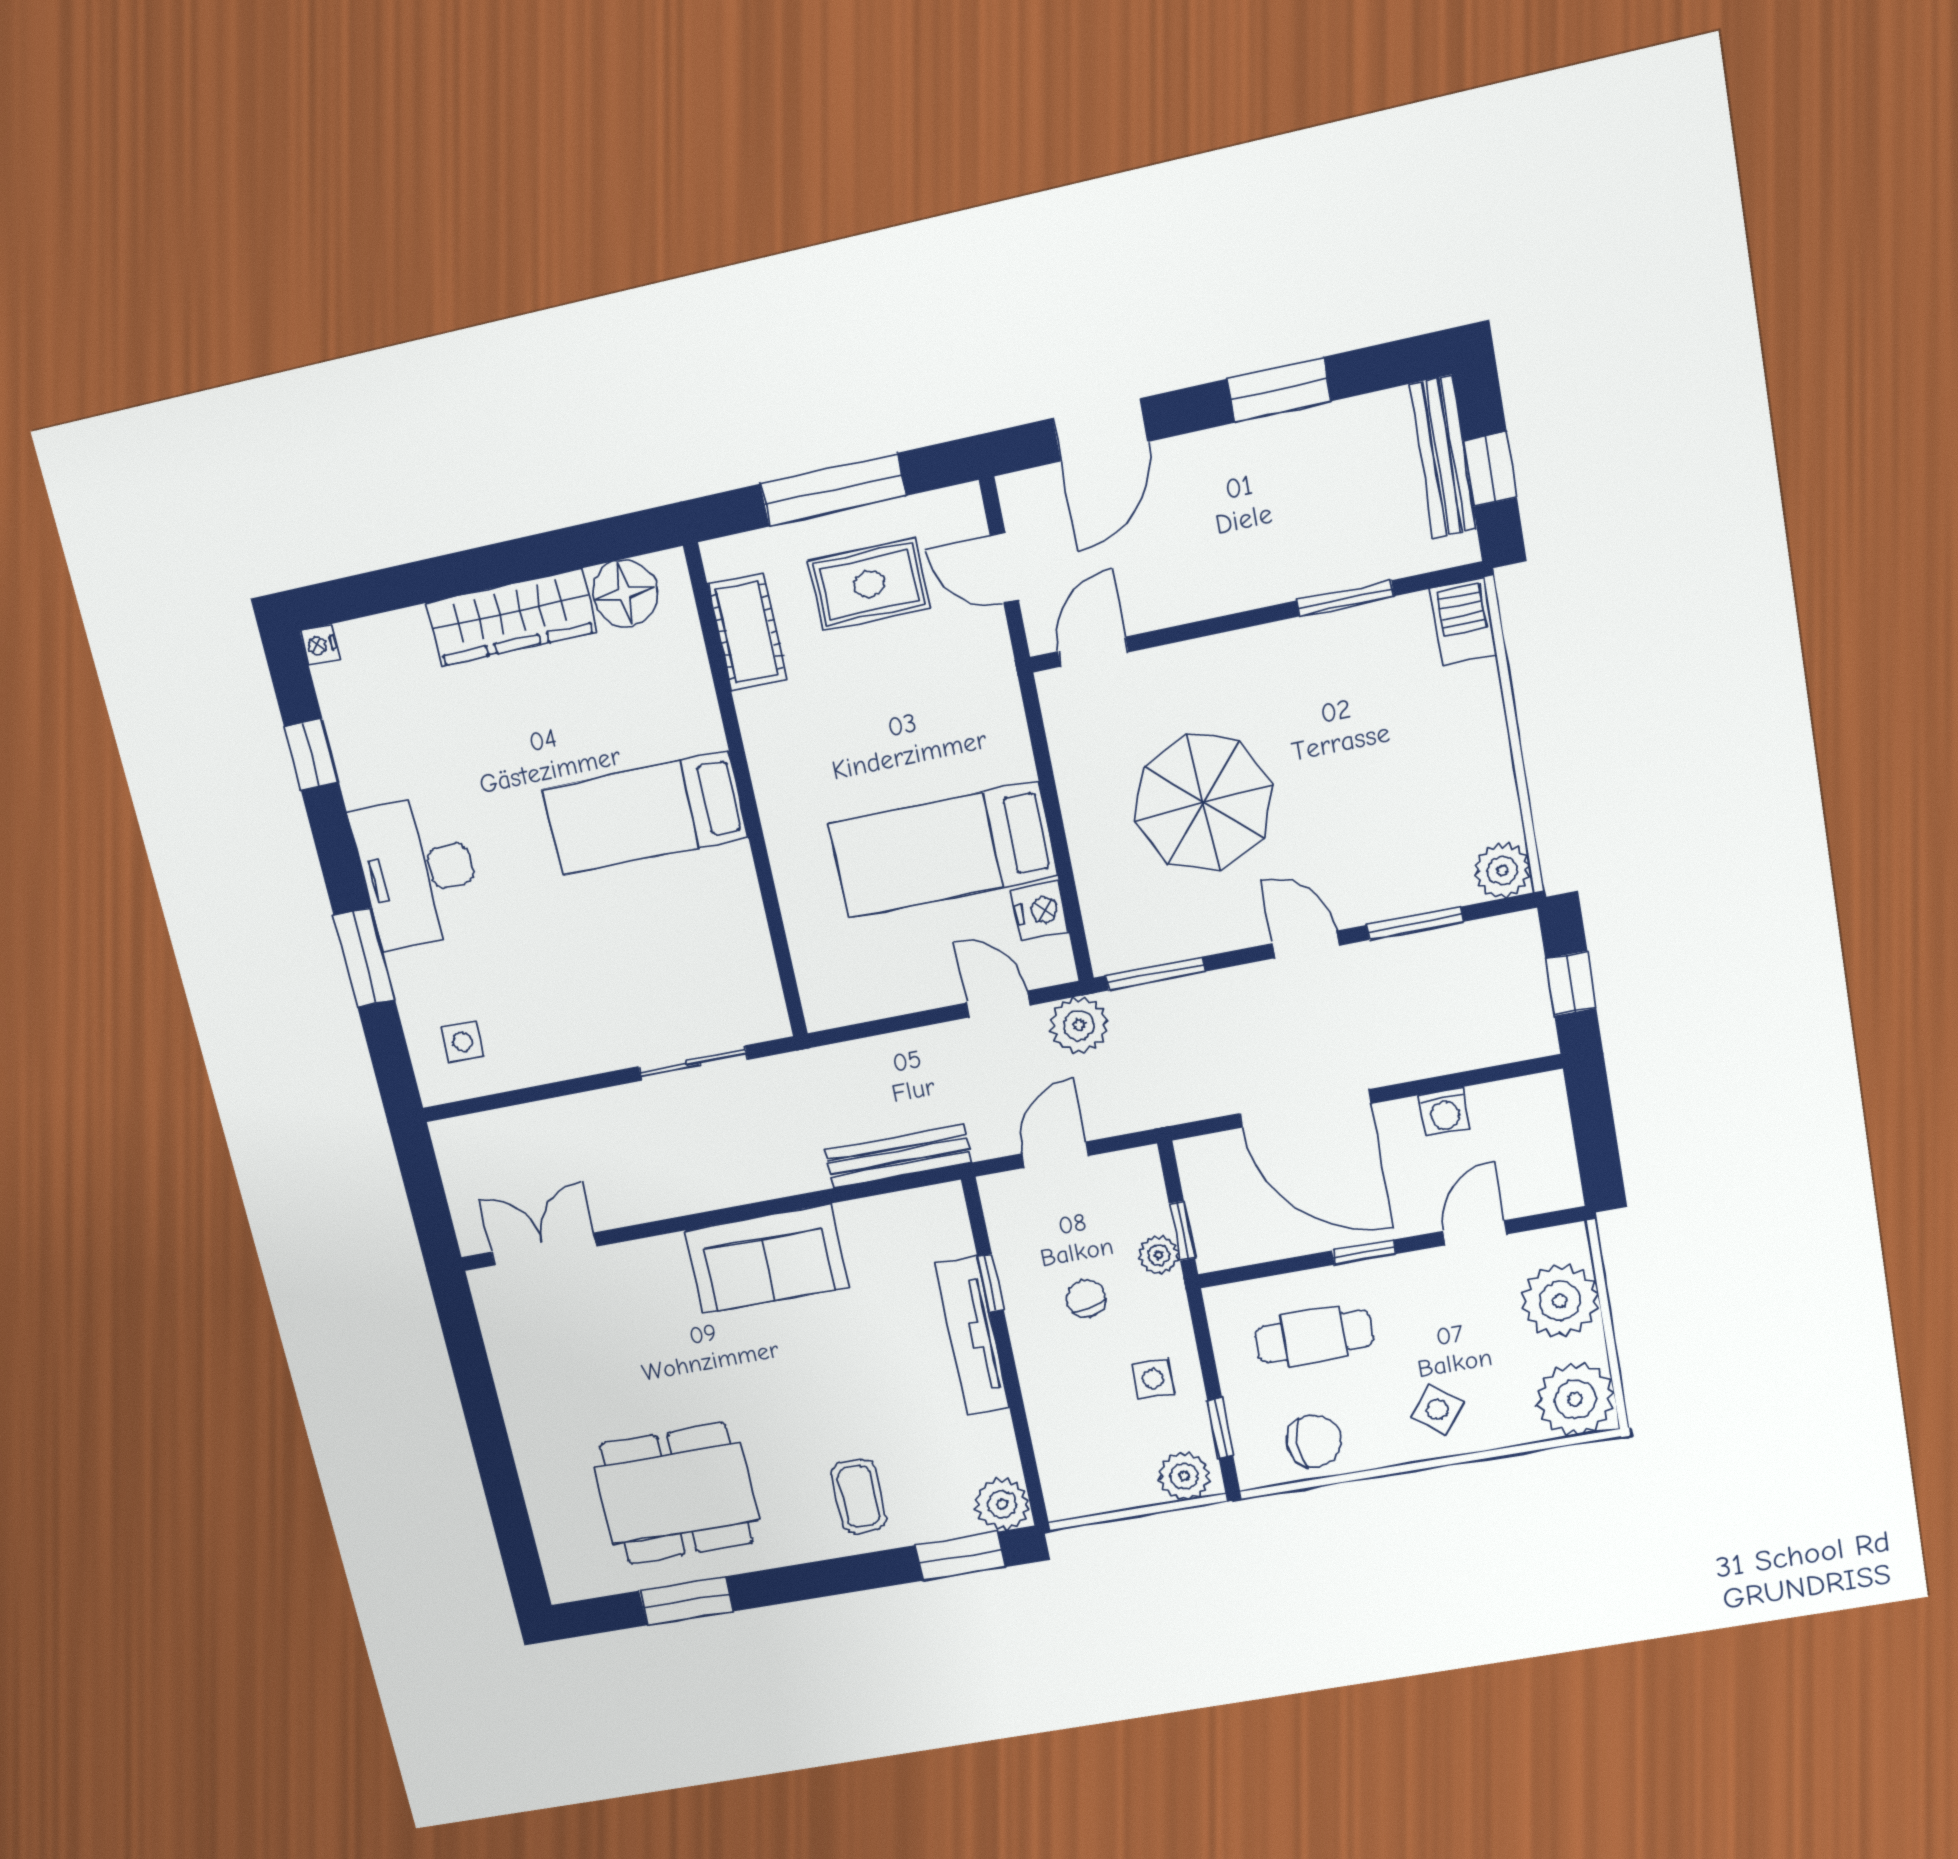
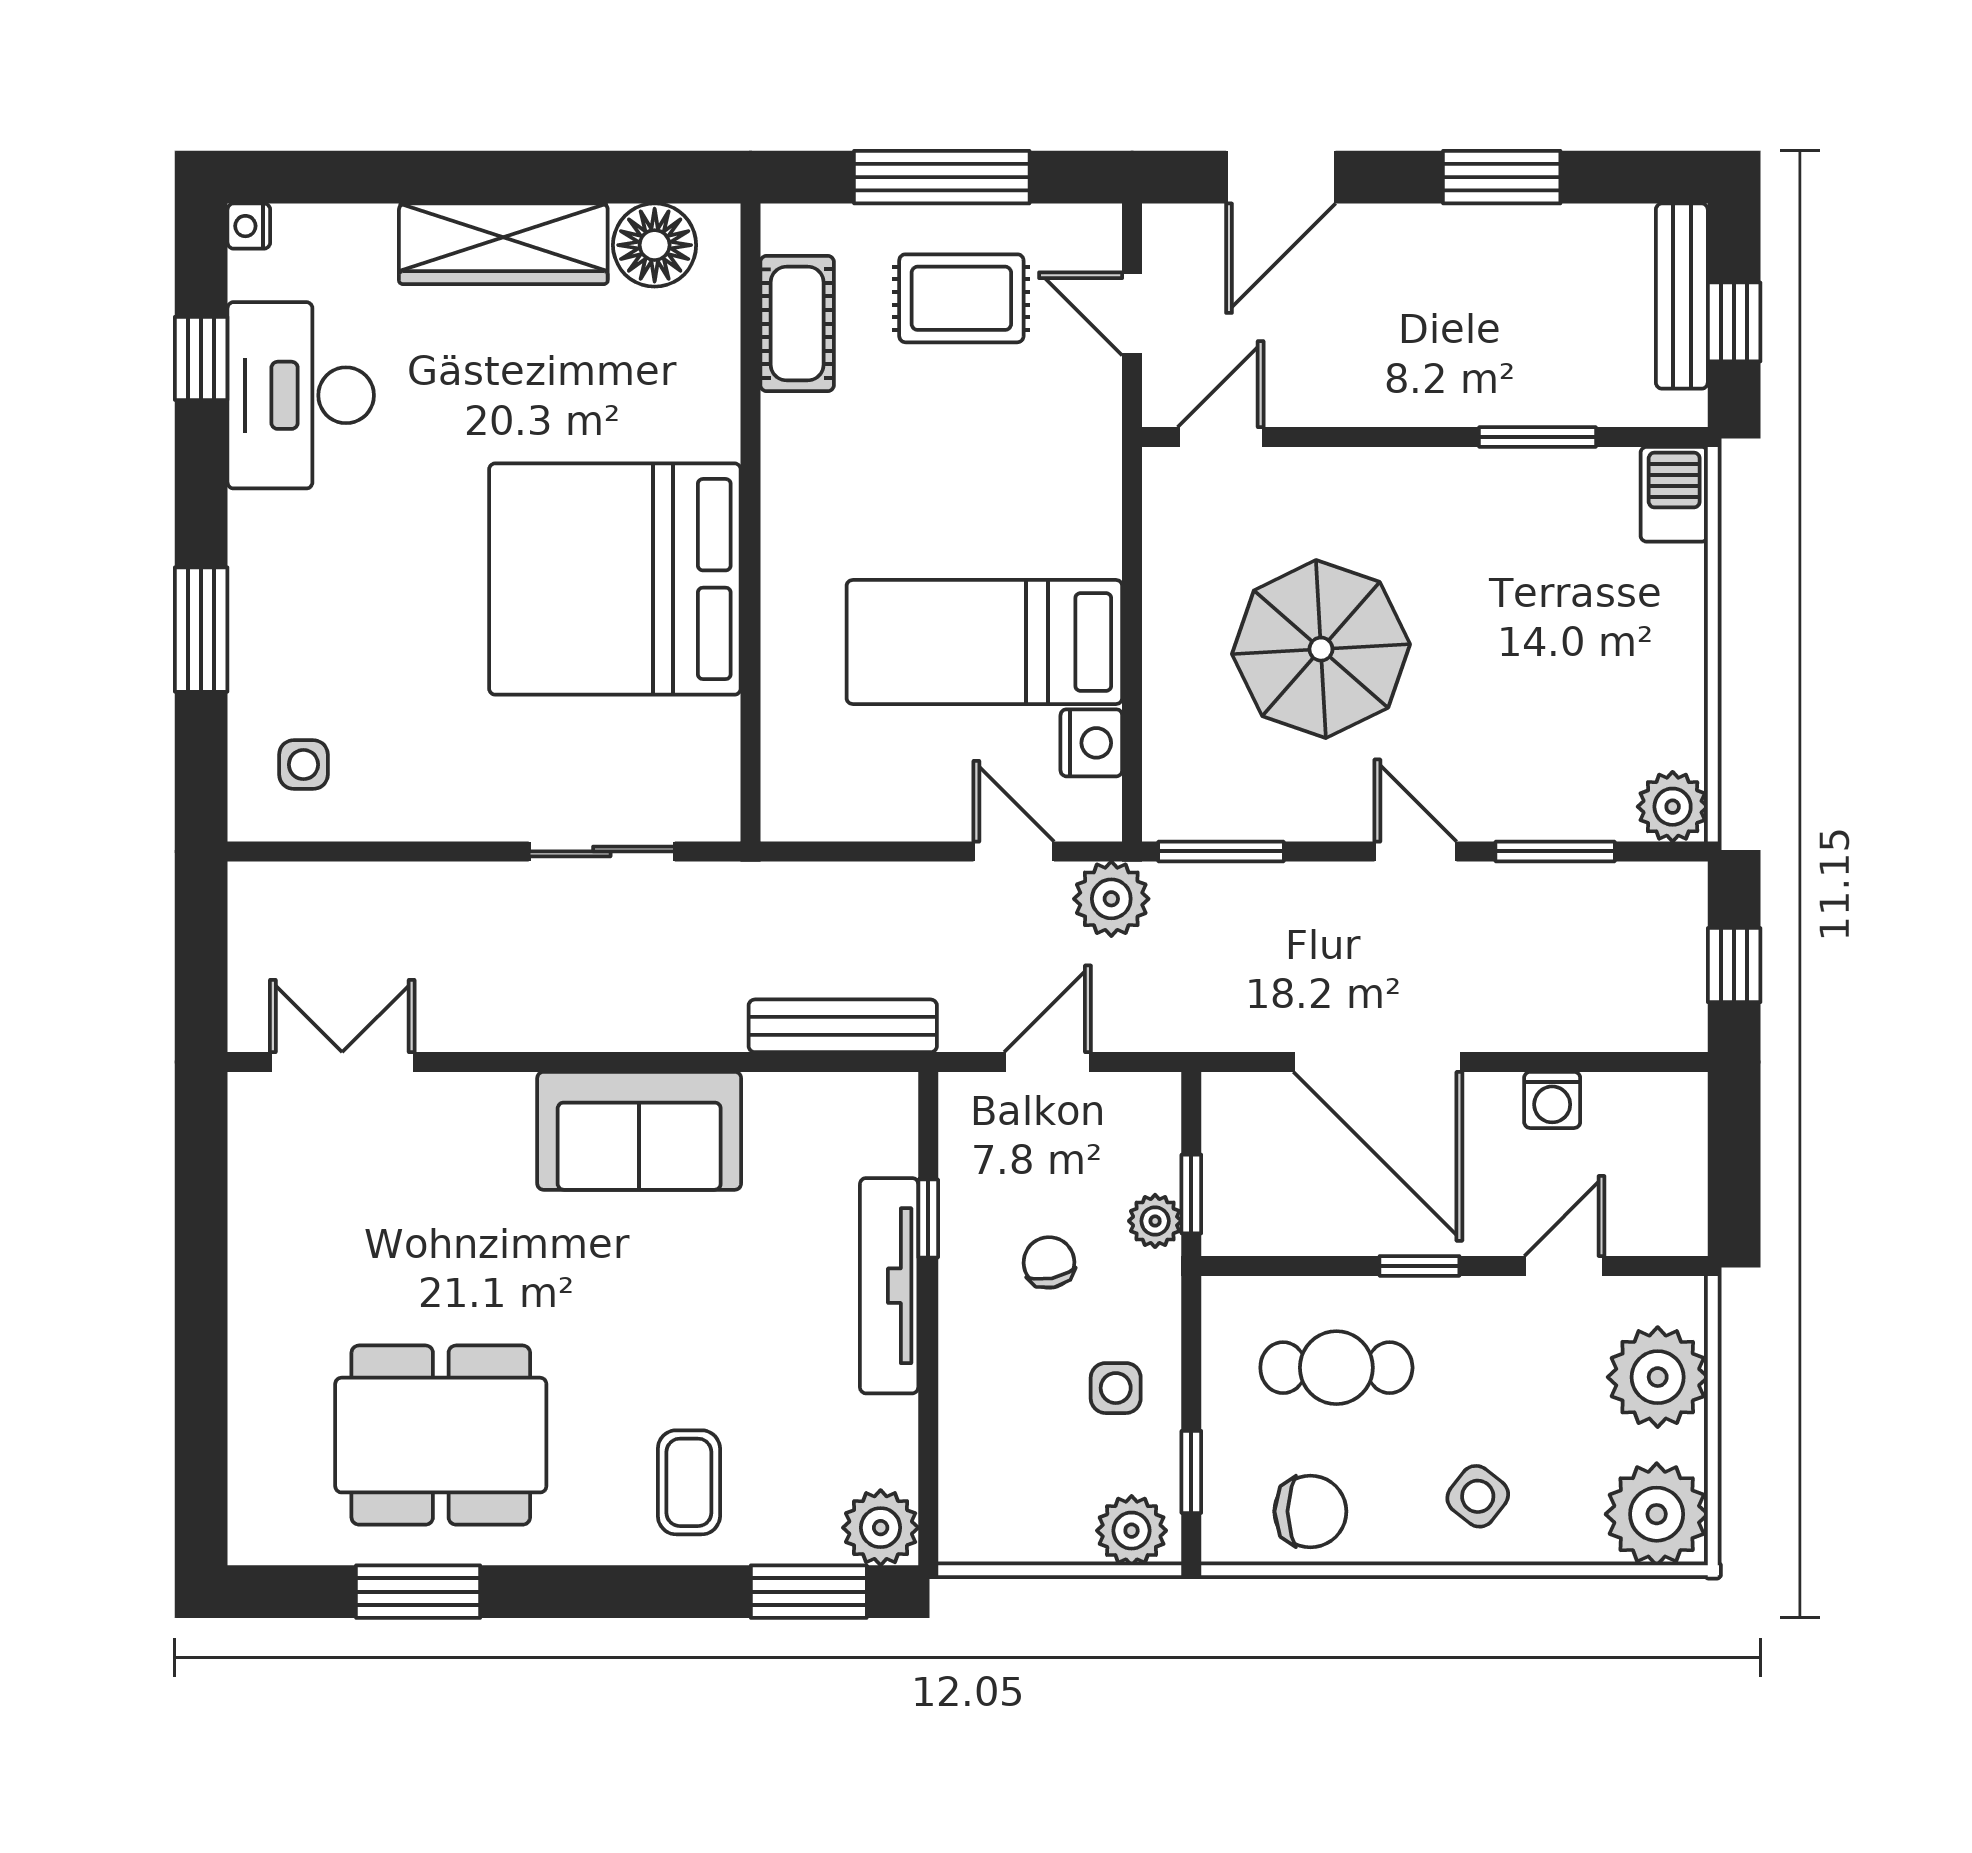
bed: (645, 813) -> (615, 579), width x2.04
desk: (418, 872) -> (301, 395), moved

